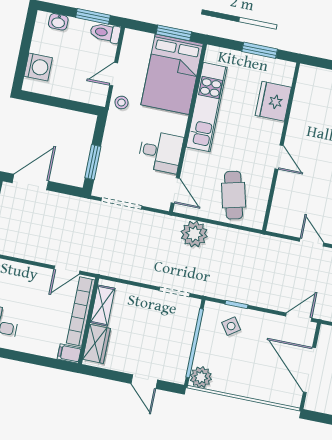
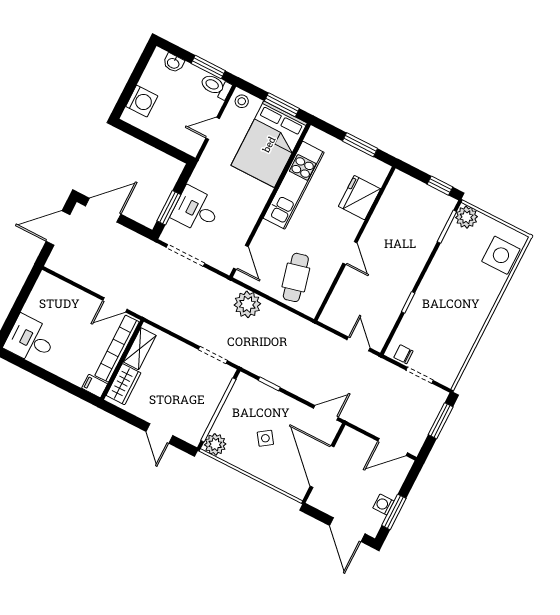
stool: (121, 102) -> (242, 101), moved
desk: (160, 152) -> (196, 210), moved, turned 180
side table: (231, 326) -> (265, 438), moved

